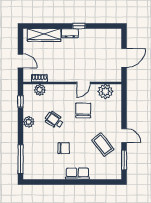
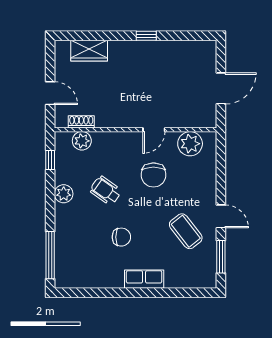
dresser: (70, 33) -> (132, 48), removed
wardrobe: (44, 35) -> (89, 51), width x0.67
chair: (83, 110) -> (153, 175), turned 180

